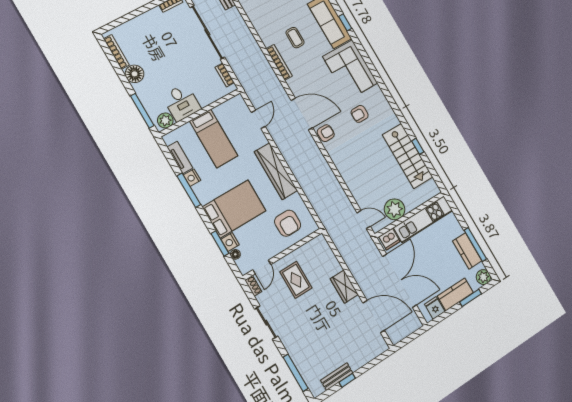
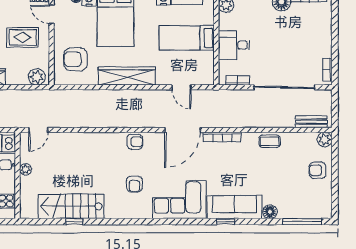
coffee table: (295, 38) -> (270, 141), moved
desk: (182, 103) -> (234, 45), moved
door: (302, 114) -> (183, 130), moved
armchair: (360, 114) -> (134, 184), turned 180
armchair: (326, 133) -> (135, 142), turned -89
plant: (395, 209) -> (25, 169), width x0.53, depth x0.53
plant: (322, 247) -> (37, 77), added

